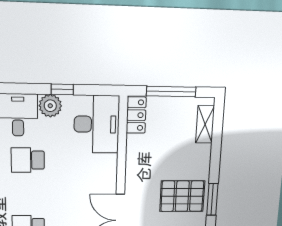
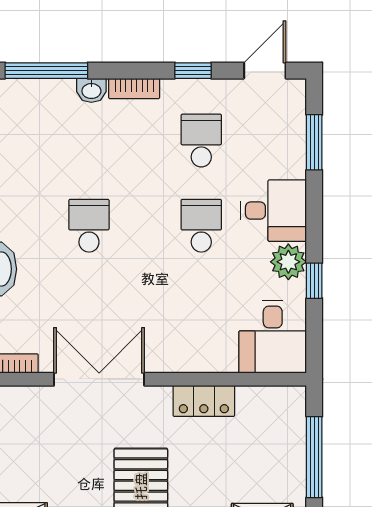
locker: (136, 115) -> (204, 401), moved
desk: (97, 124) -> (273, 337), width x0.73

